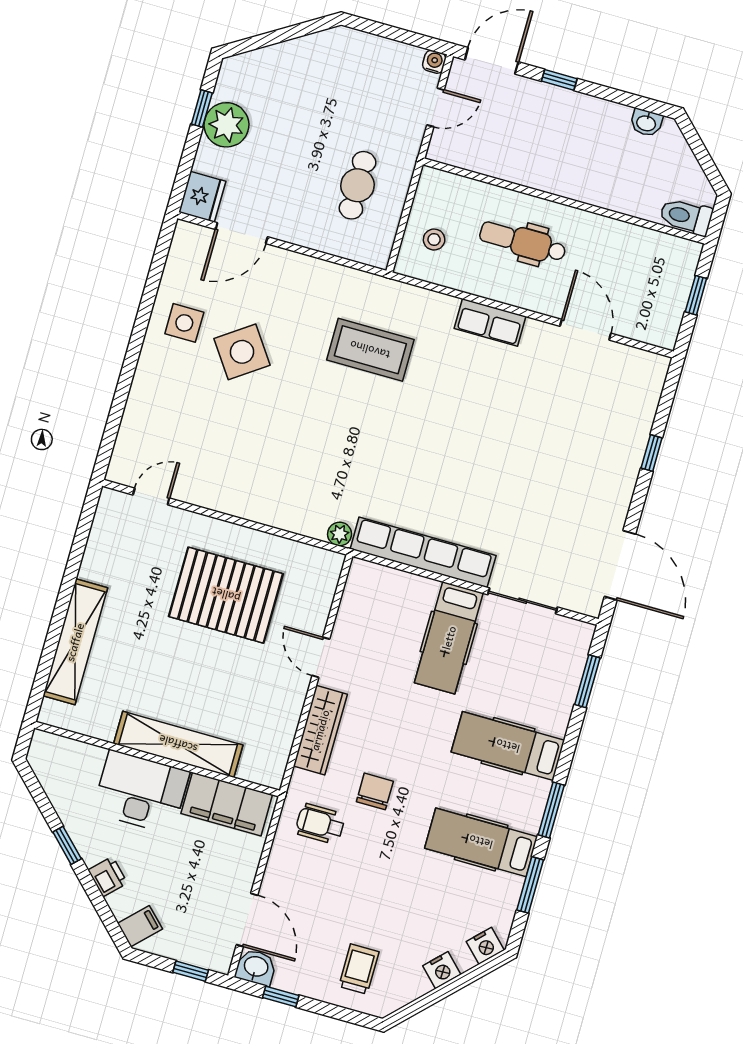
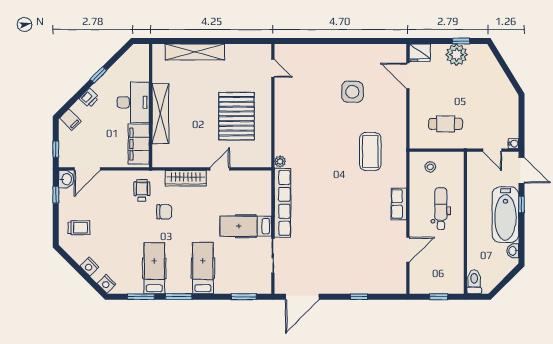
bathtub: (571, 117) -> (505, 215), added
side table: (184, 323) -> (358, 61), removed
side table: (242, 352) -> (352, 92), turned 35

